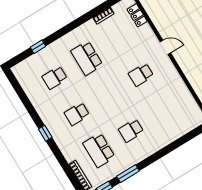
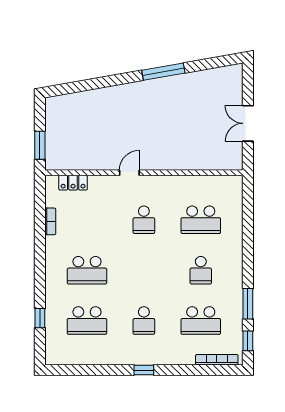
school desk: (55, 78) -> (87, 321), width x1.85
school desk: (163, 111) -> (201, 220), added

